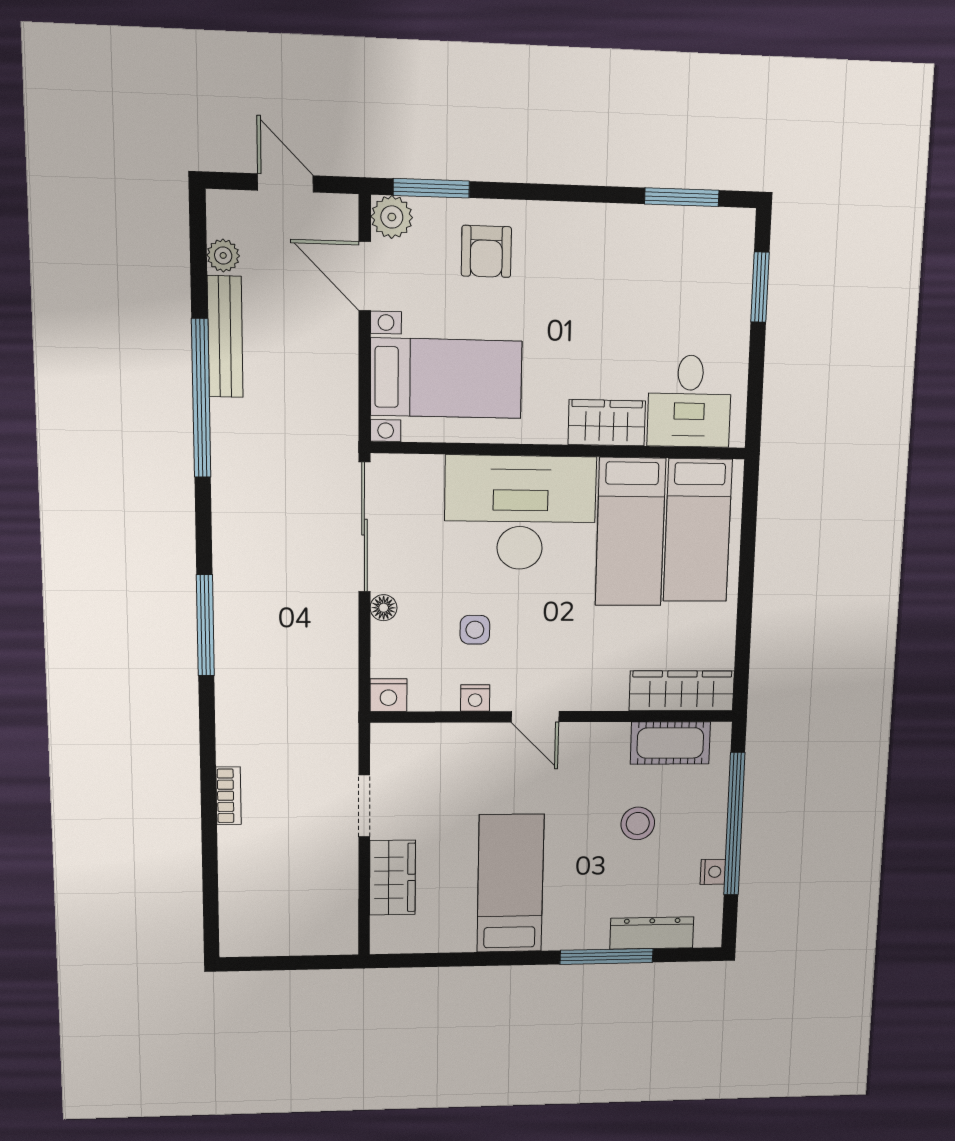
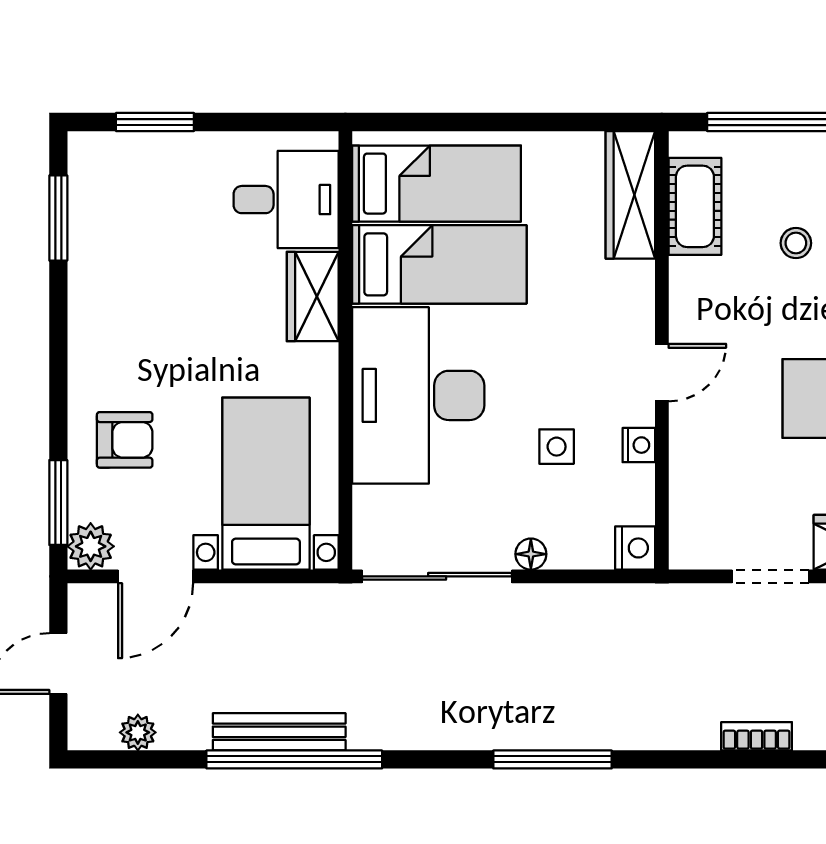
bench: (225, 337) -> (279, 732), moved
stool: (638, 823) -> (796, 243), width x0.73, depth x0.73

